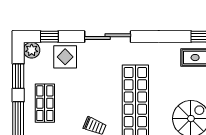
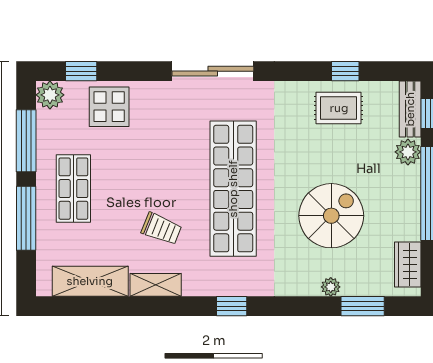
sliding door: (108, 37) -> (213, 71), moved
window: (18, 76) -> (26, 141), width x1.44

